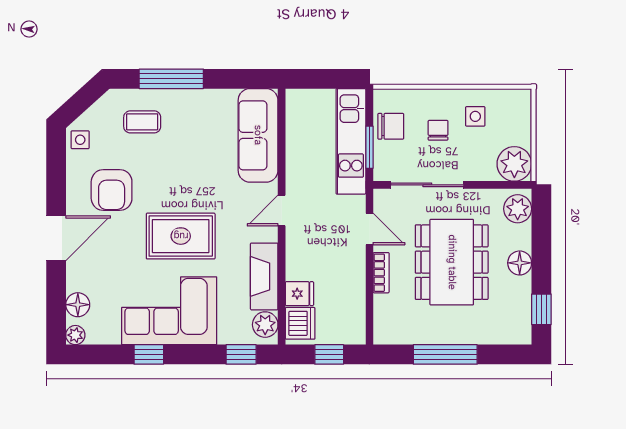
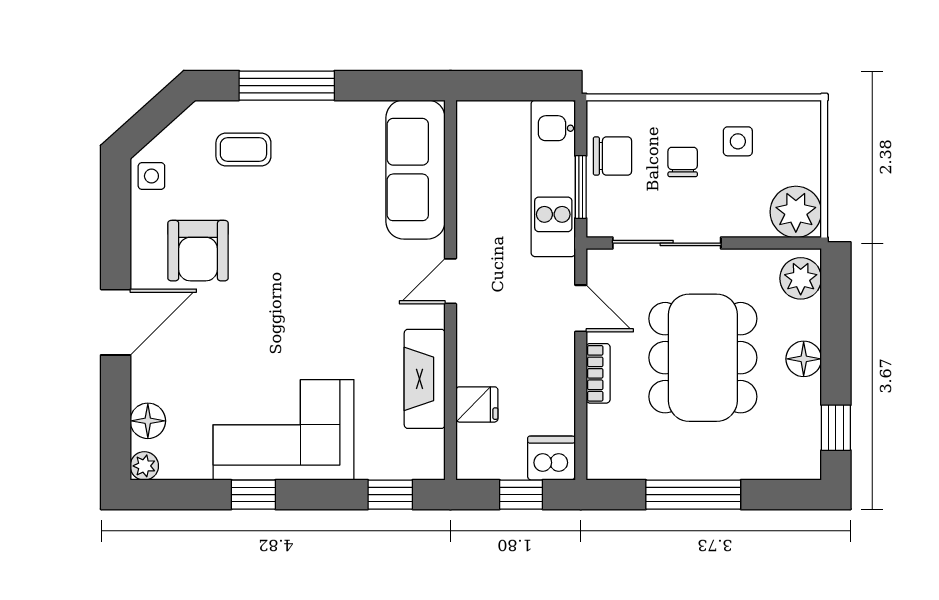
rug: (181, 236) -> (301, 319), removed
dishwasher: (300, 323) -> (551, 458), moved, turned -90
plant: (265, 325) -> (426, 450), removed

